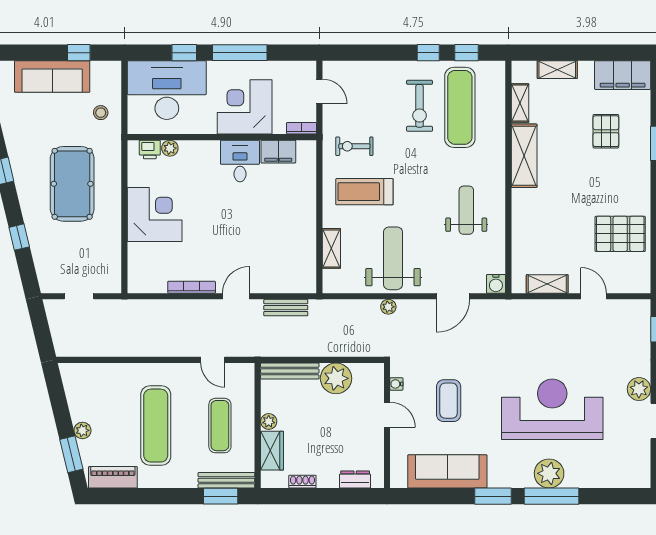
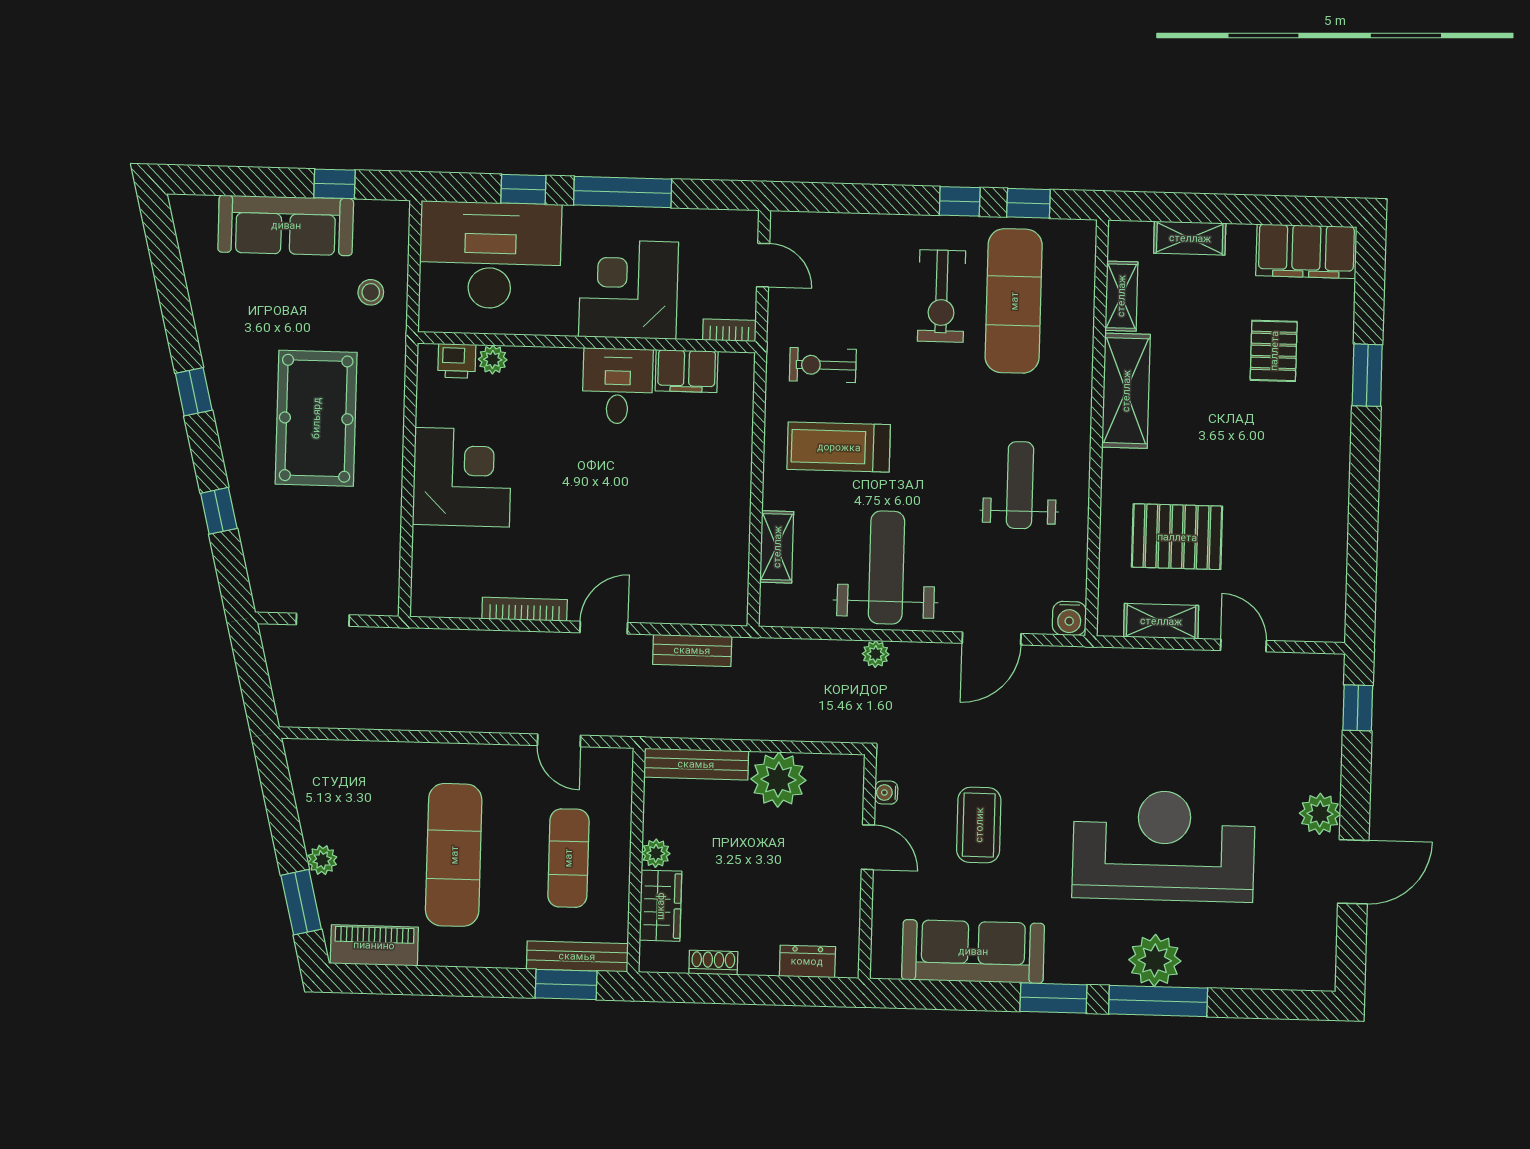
pallet: (620, 234) -> (1177, 537), moved

